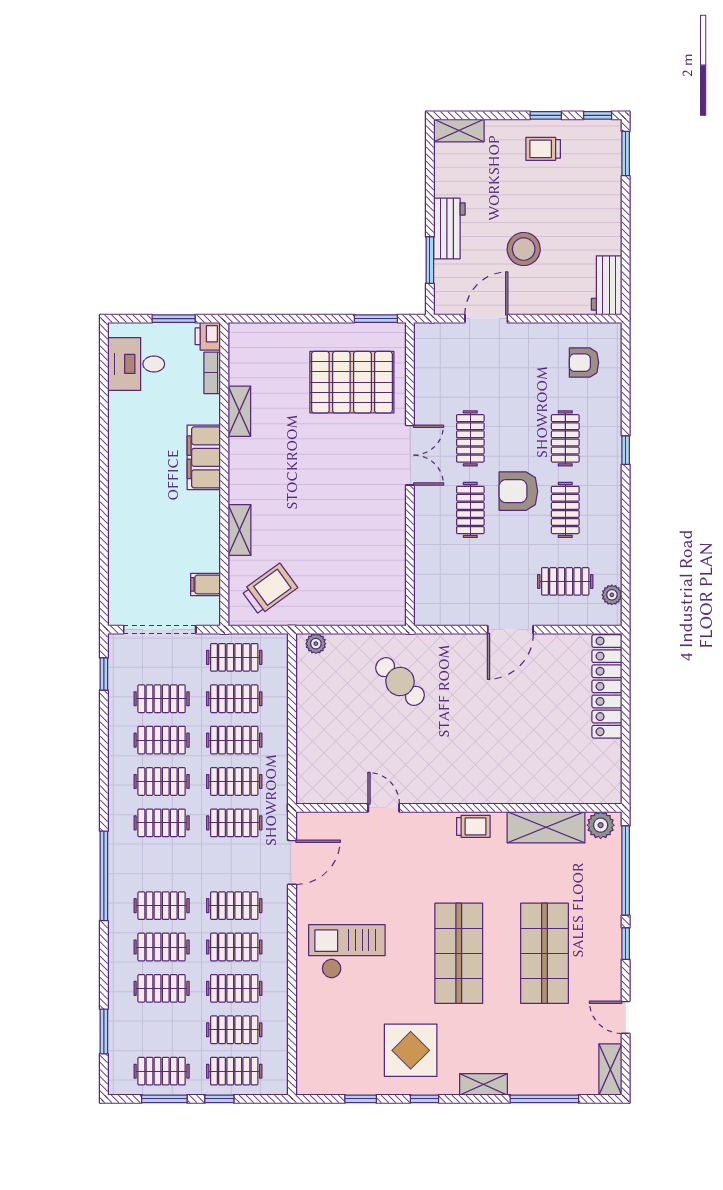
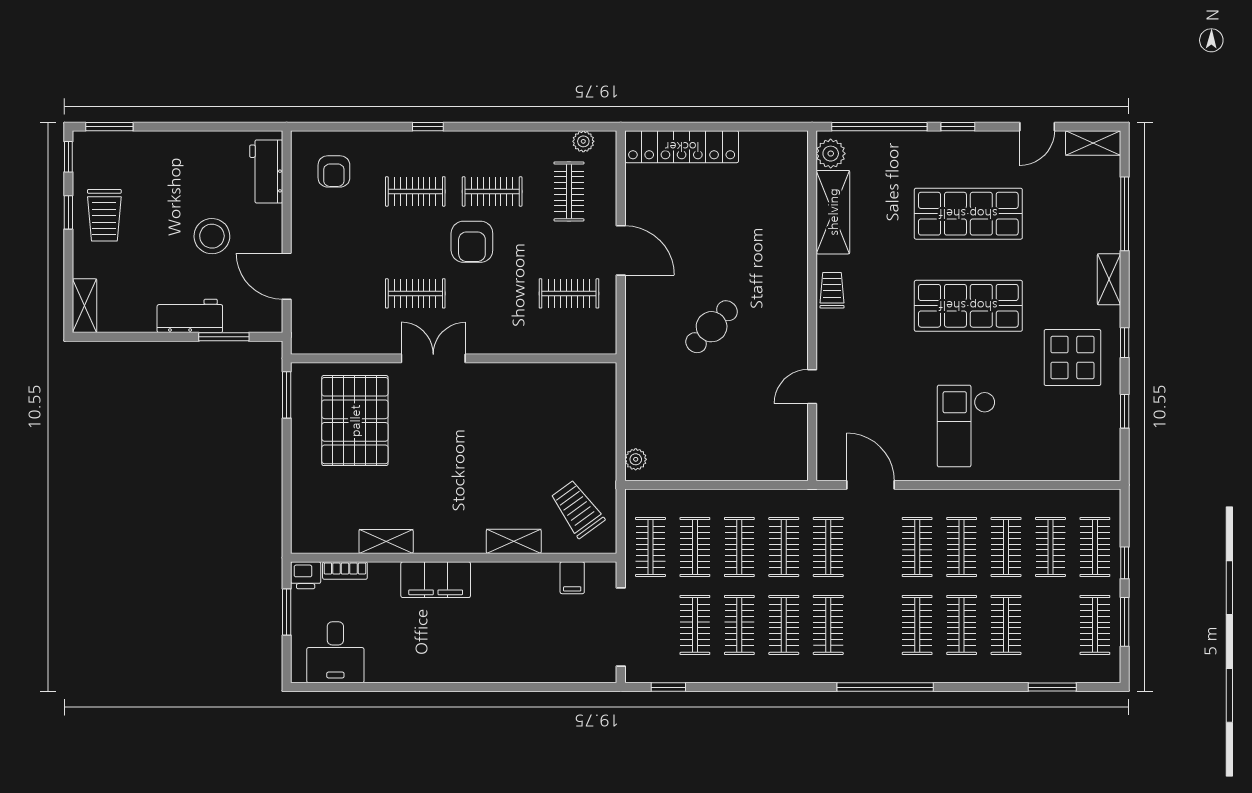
trolley: (543, 149) -> (104, 215), width x1.36, depth x1.39
workbench: (607, 285) -> (266, 171), moved, turned 90
clothes rail: (470, 510) -> (569, 293), moved
cafe table: (400, 681) -> (712, 327), moved

